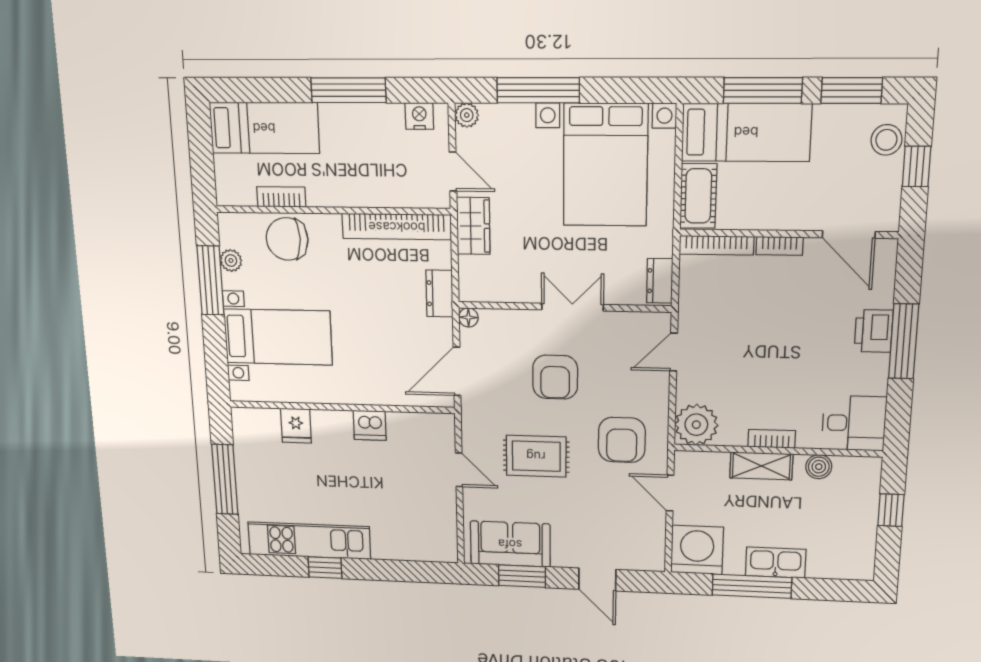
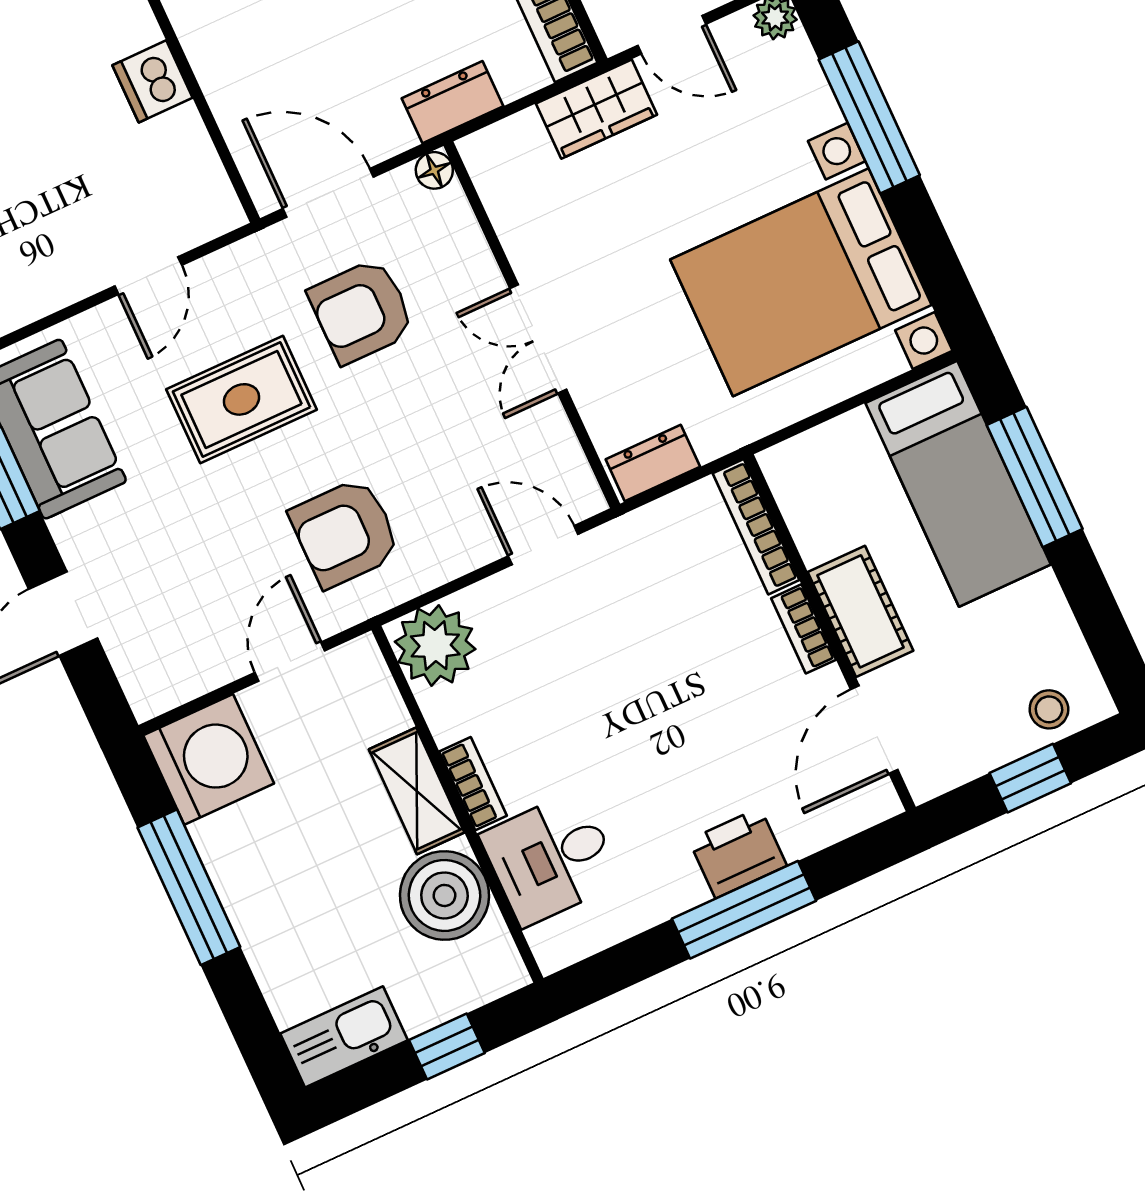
window: (852, 90) -> (1098, 615), removed
stool: (886, 140) -> (1049, 709), width x0.73, depth x0.73
door: (453, 172) -> (672, 35), hinge flipped
cot: (698, 196) -> (861, 611), moved, turned 90
double door: (572, 307) -> (538, 339), swing flipped
armchair: (555, 377) -> (361, 311), moved
desk: (854, 423) -> (551, 858), moved, turned 90
rug: (536, 456) -> (242, 399), turned 90
boiler: (819, 467) -> (444, 895), width x1.86, depth x1.86
kitchen sink: (776, 563) -> (344, 1037), moved, turned -90

